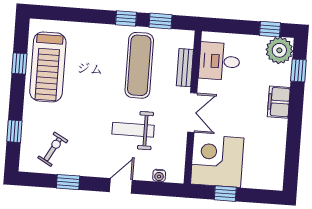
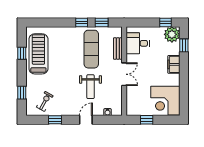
treadmill: (48, 67) -> (38, 54), turned 180
weight bench: (133, 130) -> (91, 87), turned -90
corner desk: (217, 161) -> (165, 101), moved, turned -90

